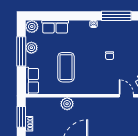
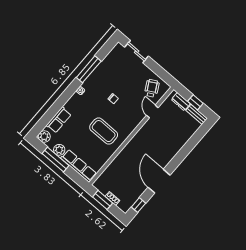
coffee table: (66, 67) -> (104, 131), moved
row of seats: (32, 81) -> (79, 166), width x1.48
door: (126, 96) -> (152, 111), hinge flipped
plant: (67, 104) -> (121, 159), removed

